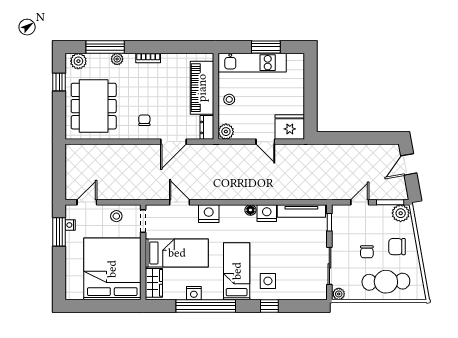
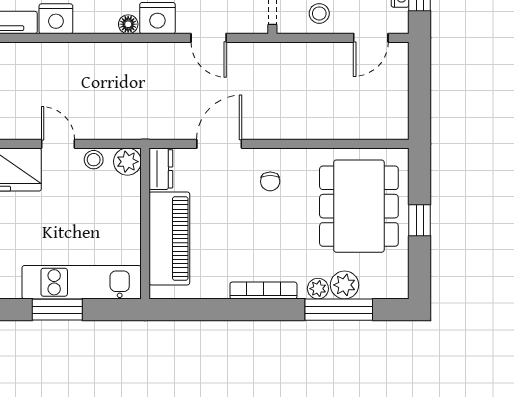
bookcase: (148, 58) -> (263, 290), width x1.56
plant: (78, 61) -> (345, 285), moved
window: (59, 82) -> (420, 220), moved
stool: (229, 99) -> (94, 160), moved
floor lamp: (250, 210) -> (128, 24), moved

